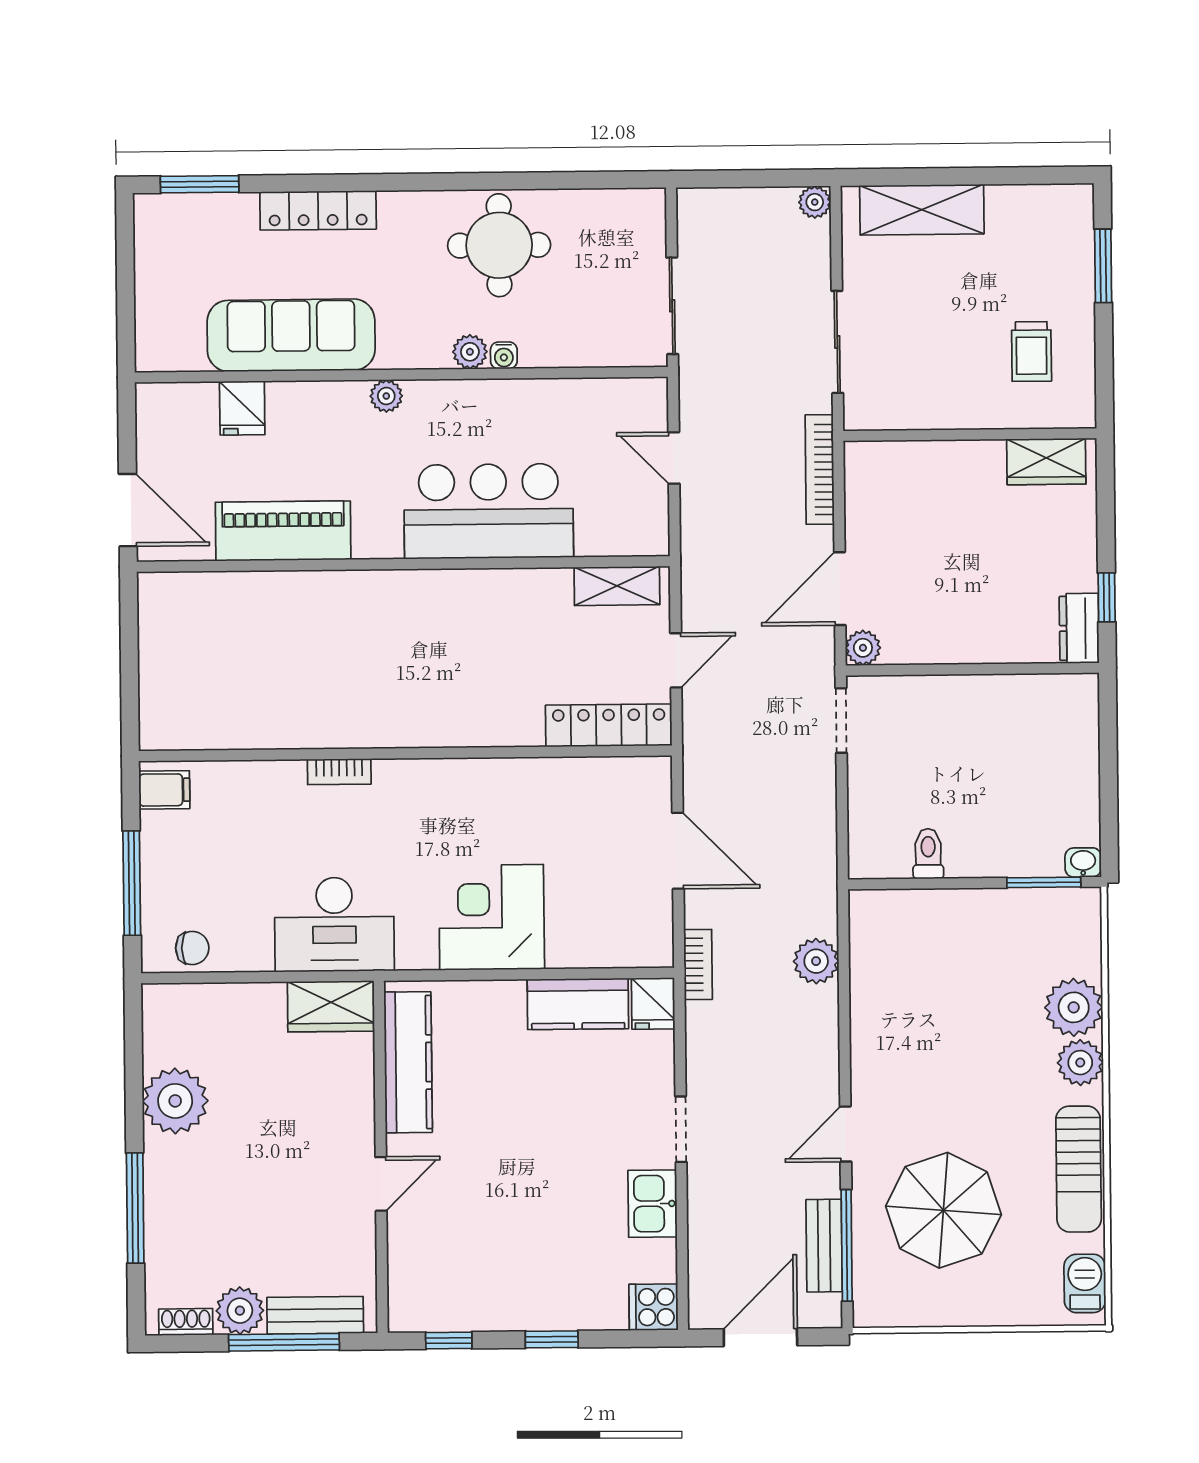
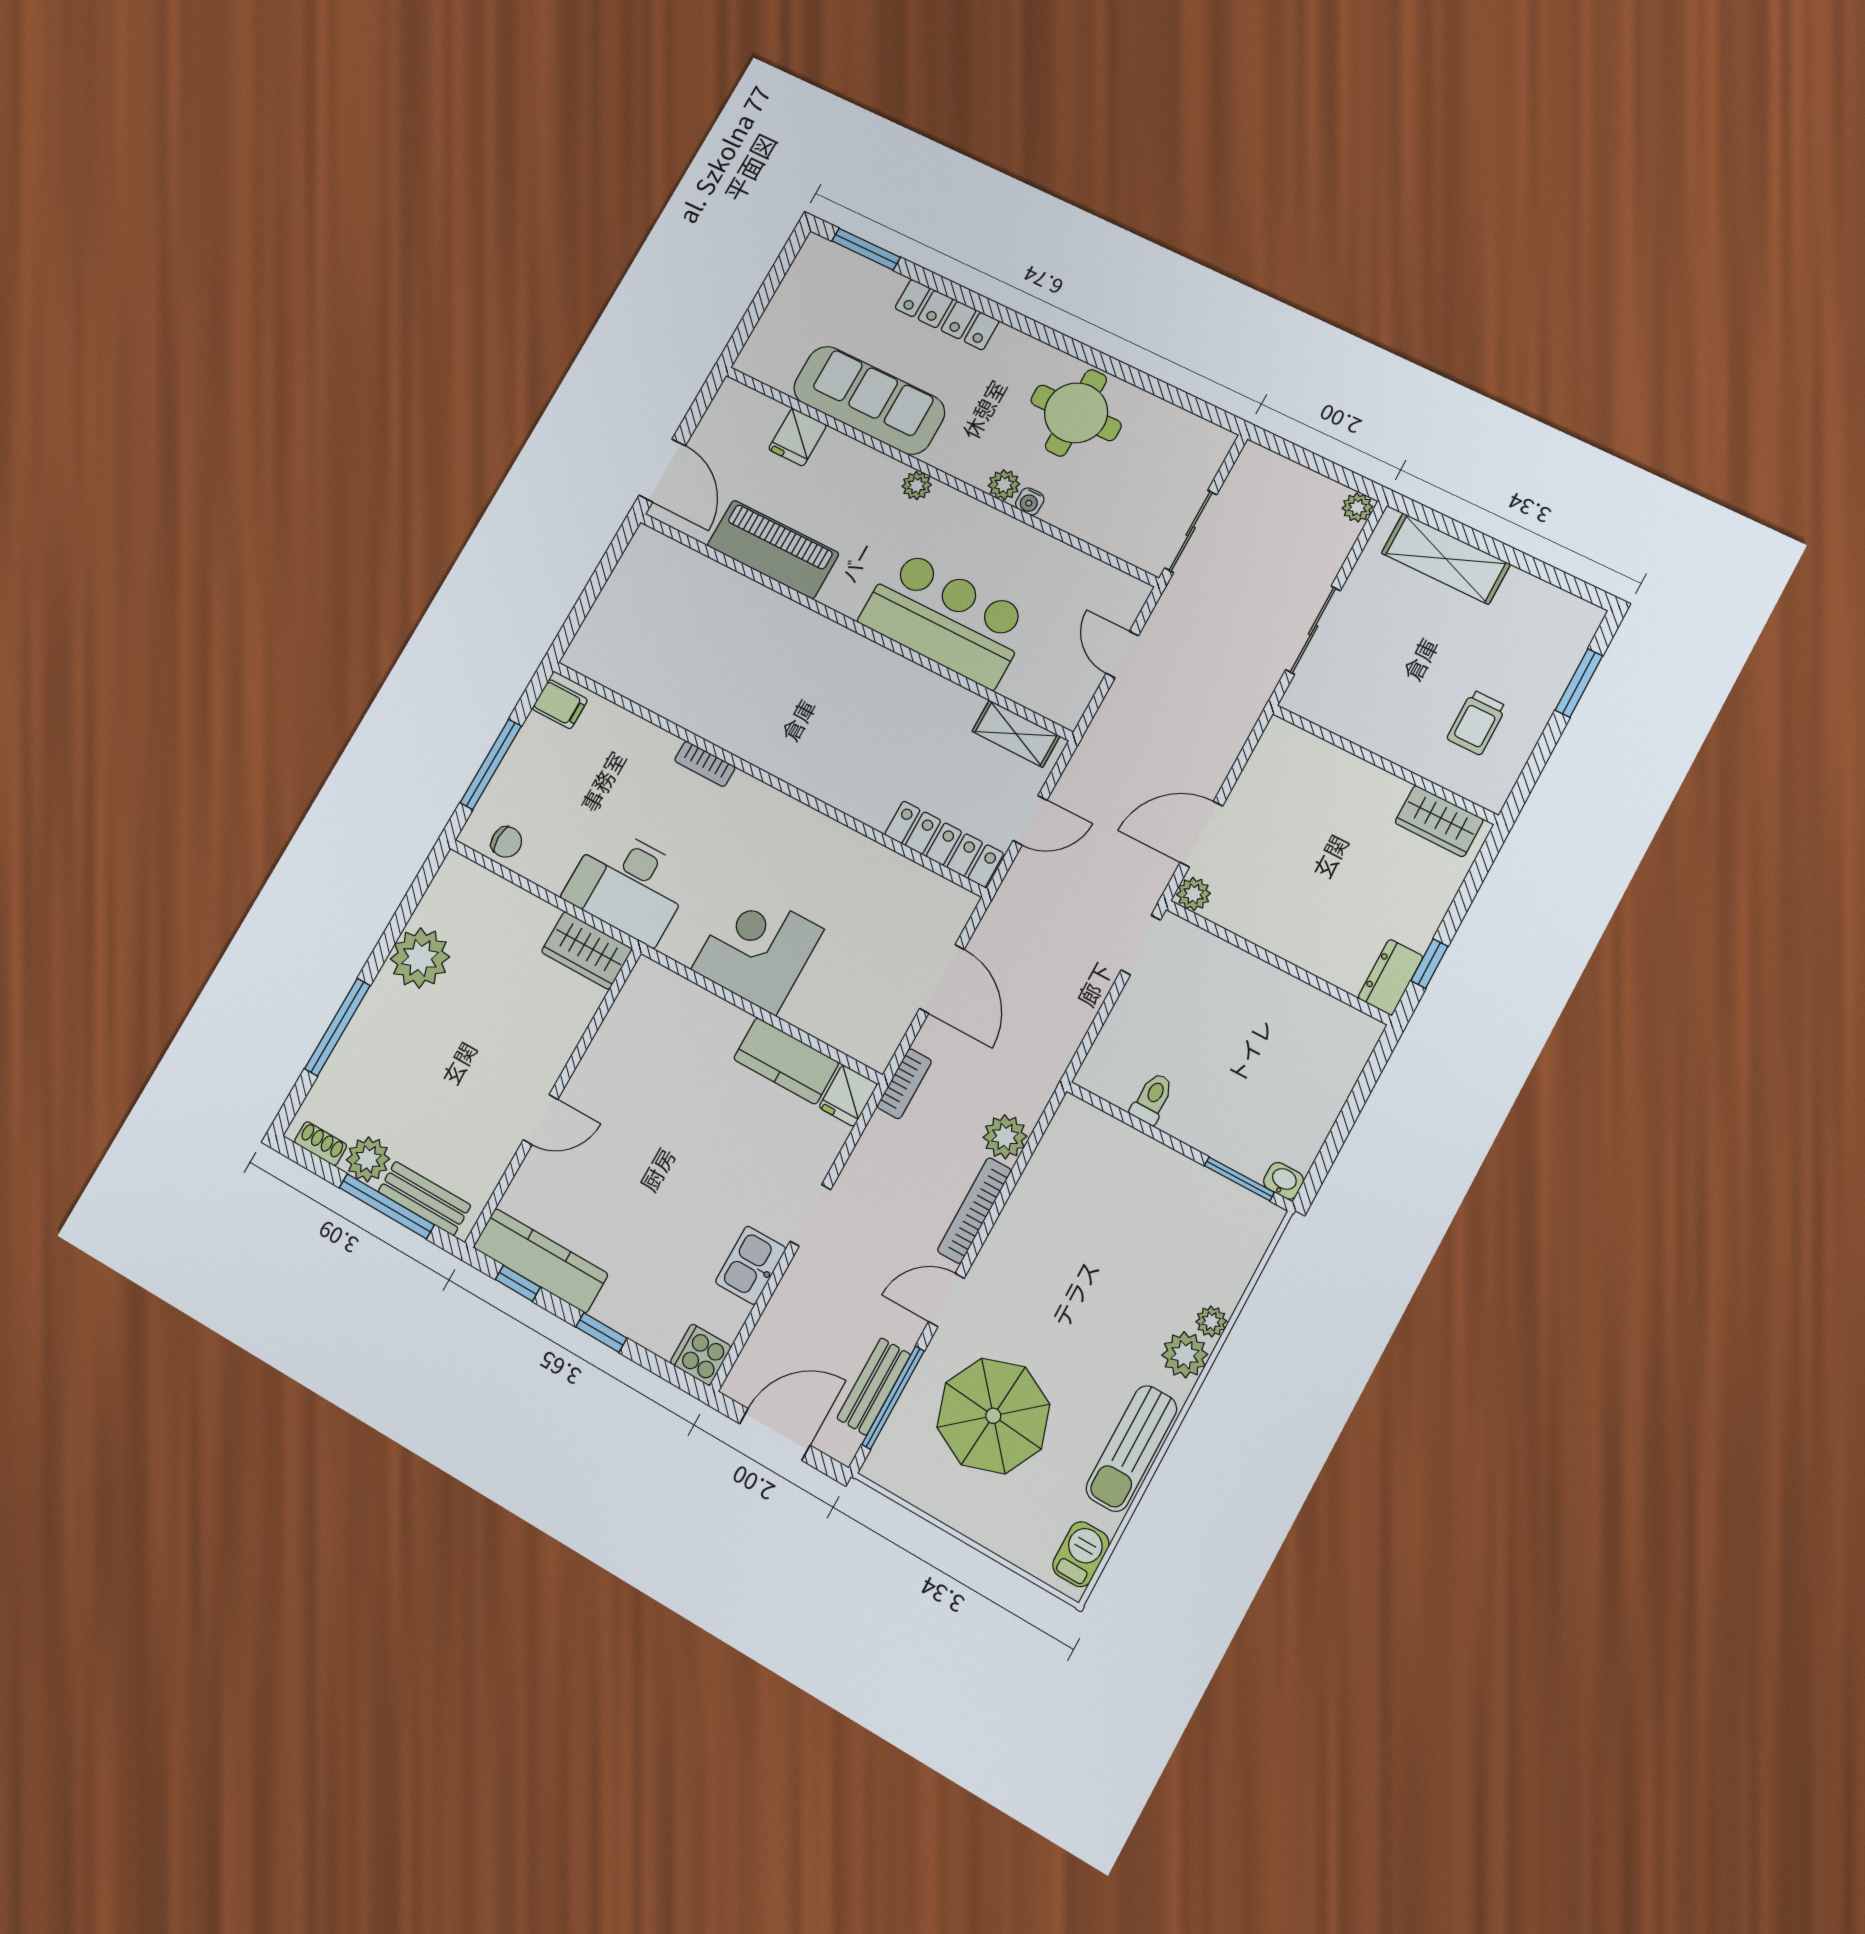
bookcase: (820, 470) -> (974, 1210), moved
plant: (1074, 1007) -> (1211, 1321), width x0.53, depth x0.53
kitchen counter: (408, 1062) -> (541, 1261), moved, turned -90

